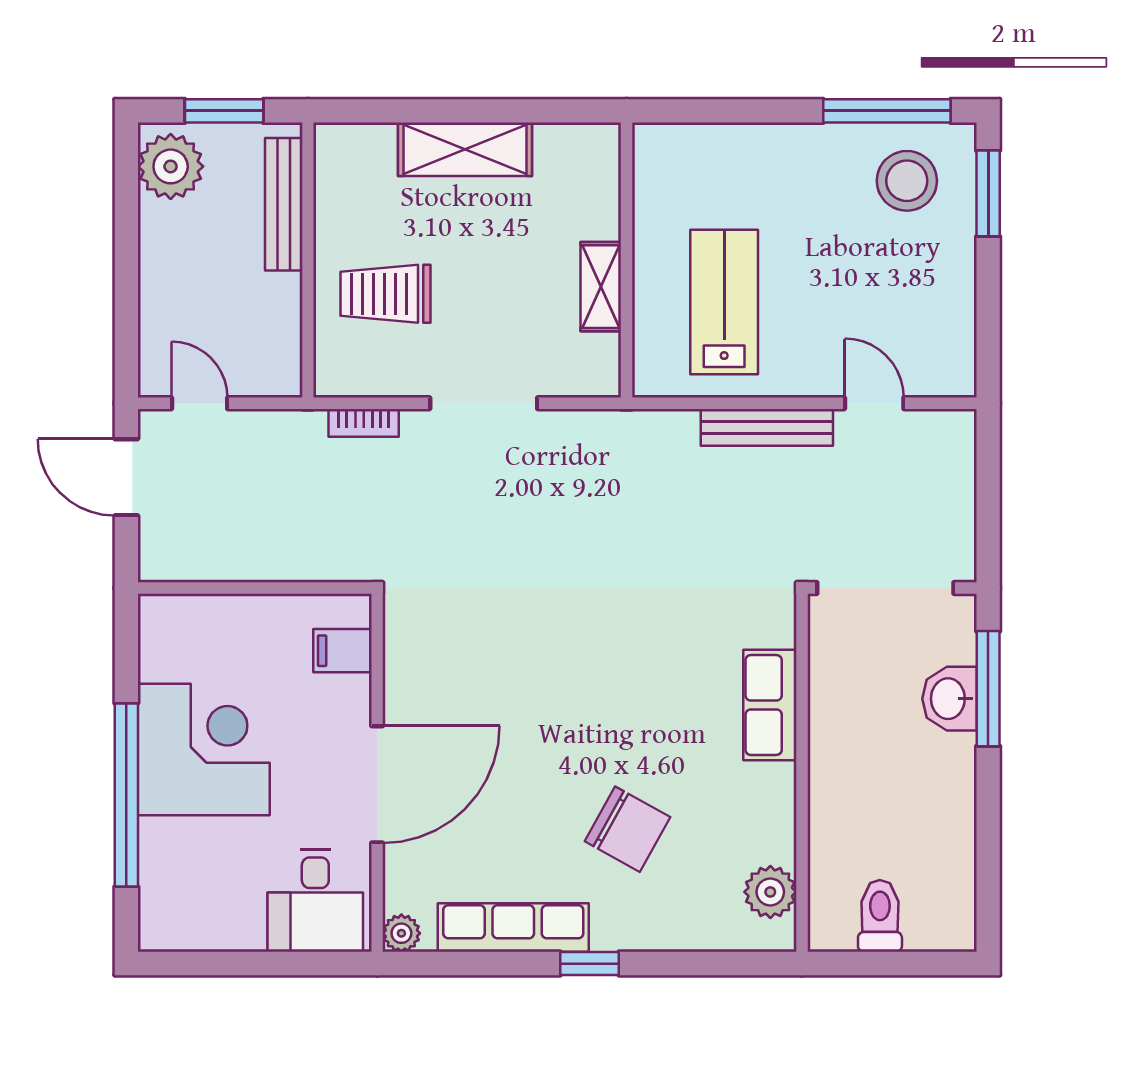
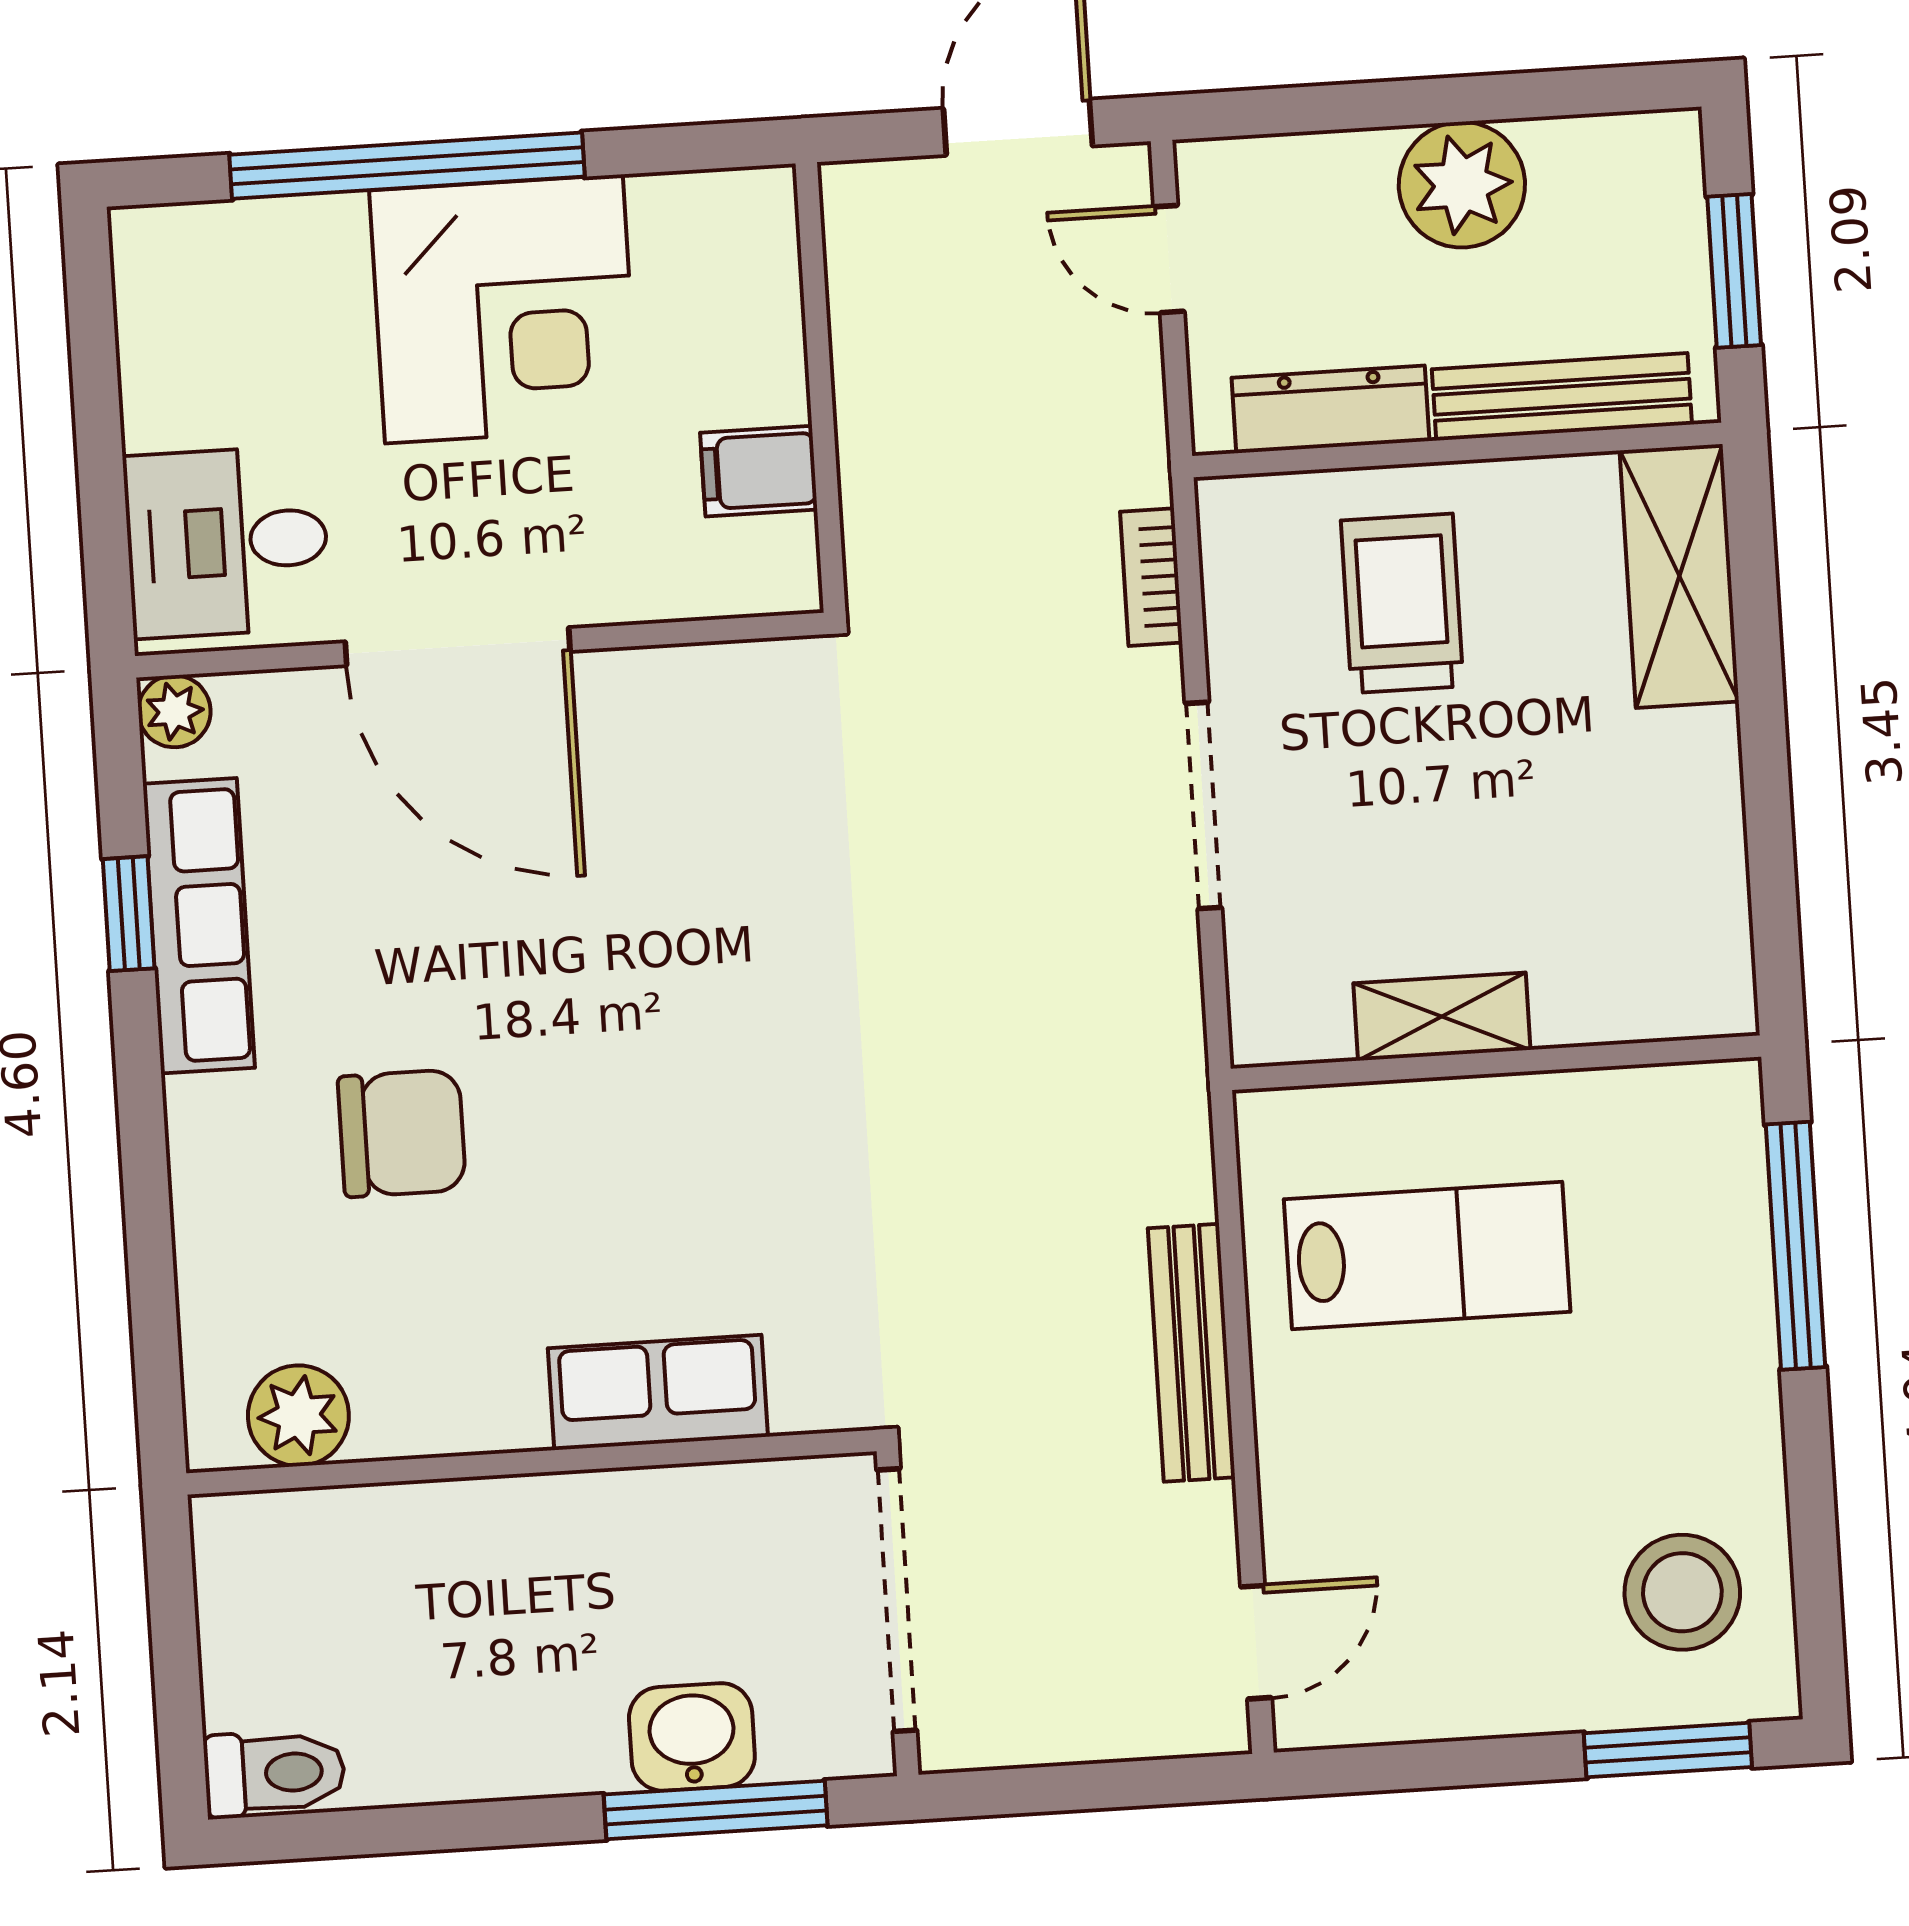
window: (887, 111) -> (1795, 1246), moved
shelving: (465, 149) -> (1679, 576), moved
plant: (171, 166) -> (1462, 185), moved
dresser: (283, 325) -> (1330, 409), added
door: (200, 403) -> (1169, 259), swing flipped
door: (874, 403) -> (1256, 1642), moved
filing cabinet: (342, 651) -> (759, 471), moved, turned -90
chair: (627, 829) -> (402, 1133), turned -119
toilet: (880, 916) -> (274, 1773), moved
window: (590, 964) -> (129, 914), moved

